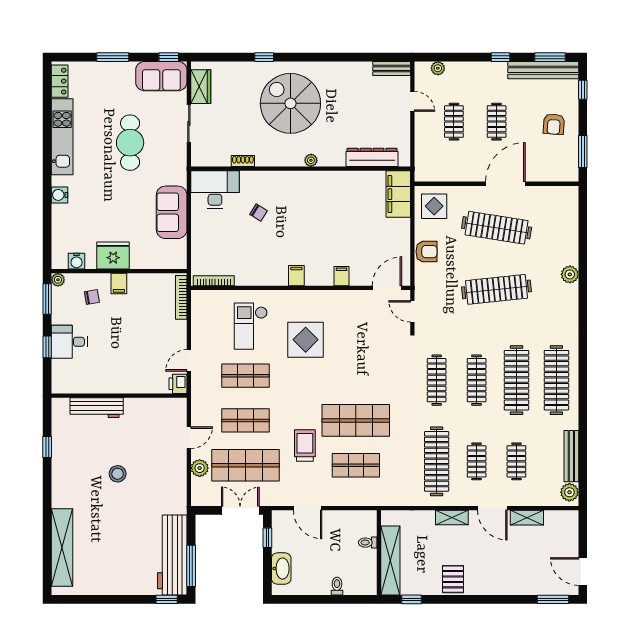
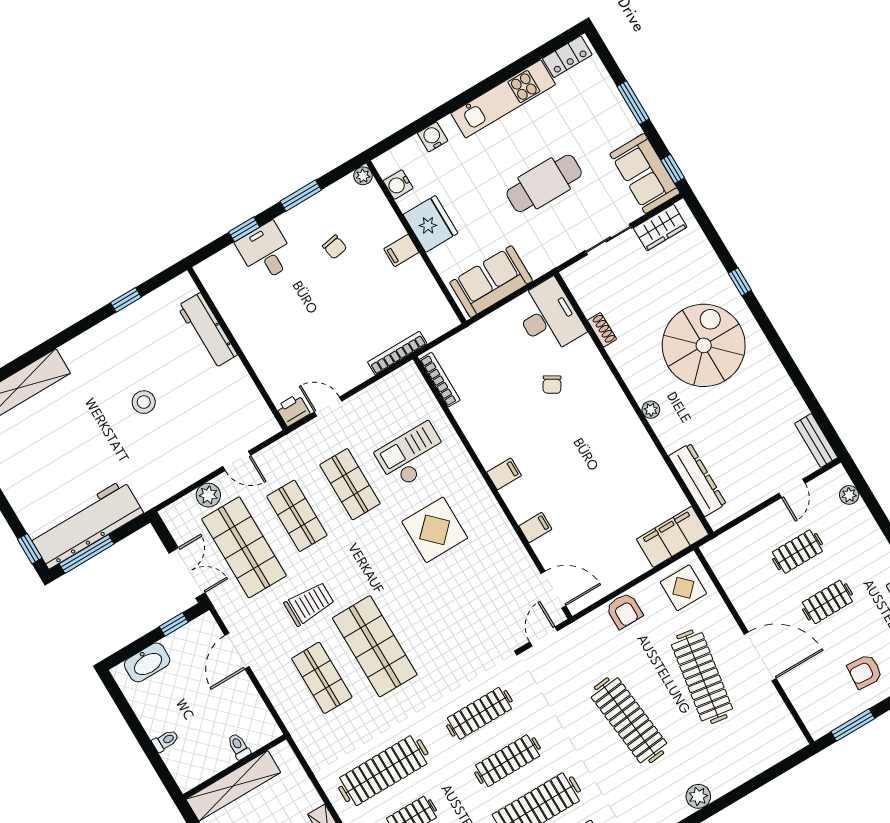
fridge: (113, 255) -> (431, 224), moved
water cooler: (77, 261) -> (398, 185), moved
wall: (119, 271) -> (416, 242), moved
plant: (58, 280) -> (363, 176), moved
filing cabinet: (119, 284) -> (401, 250), moved

